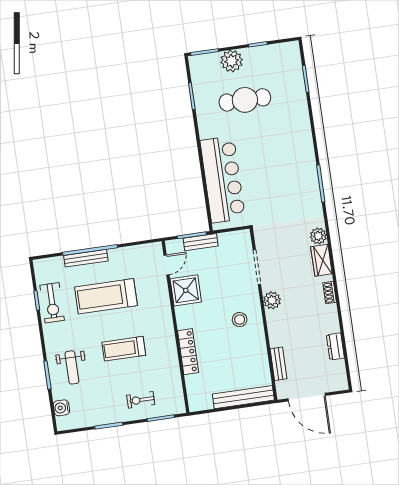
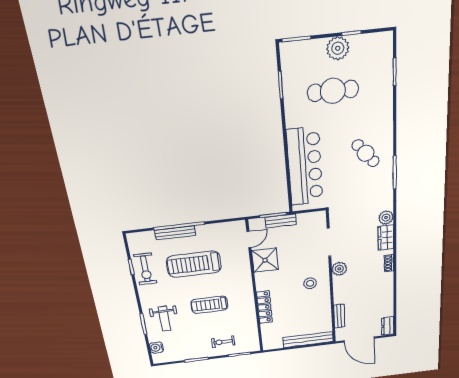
plant: (232, 61) -> (338, 48), moved
cafe table: (286, 163) -> (366, 153), added
dresser: (335, 346) -> (388, 326), moved

